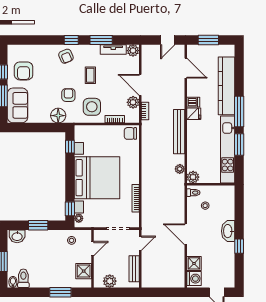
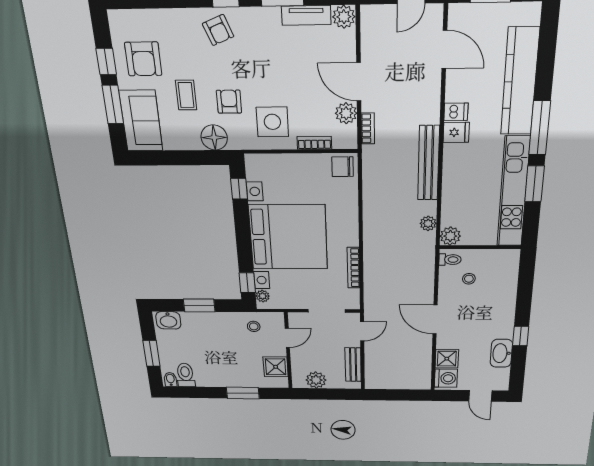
coffee table: (90, 75) -> (186, 95), moved
washbasin: (228, 231) -> (501, 353), moved

